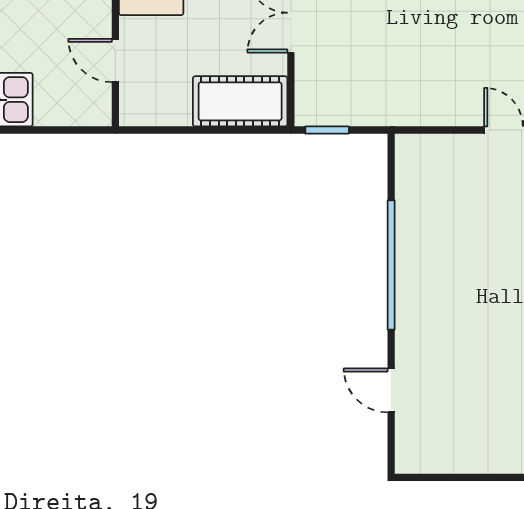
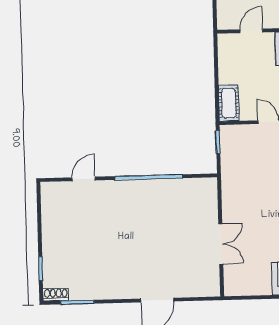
cot: (240, 101) -> (229, 103), width x0.73, depth x0.75

